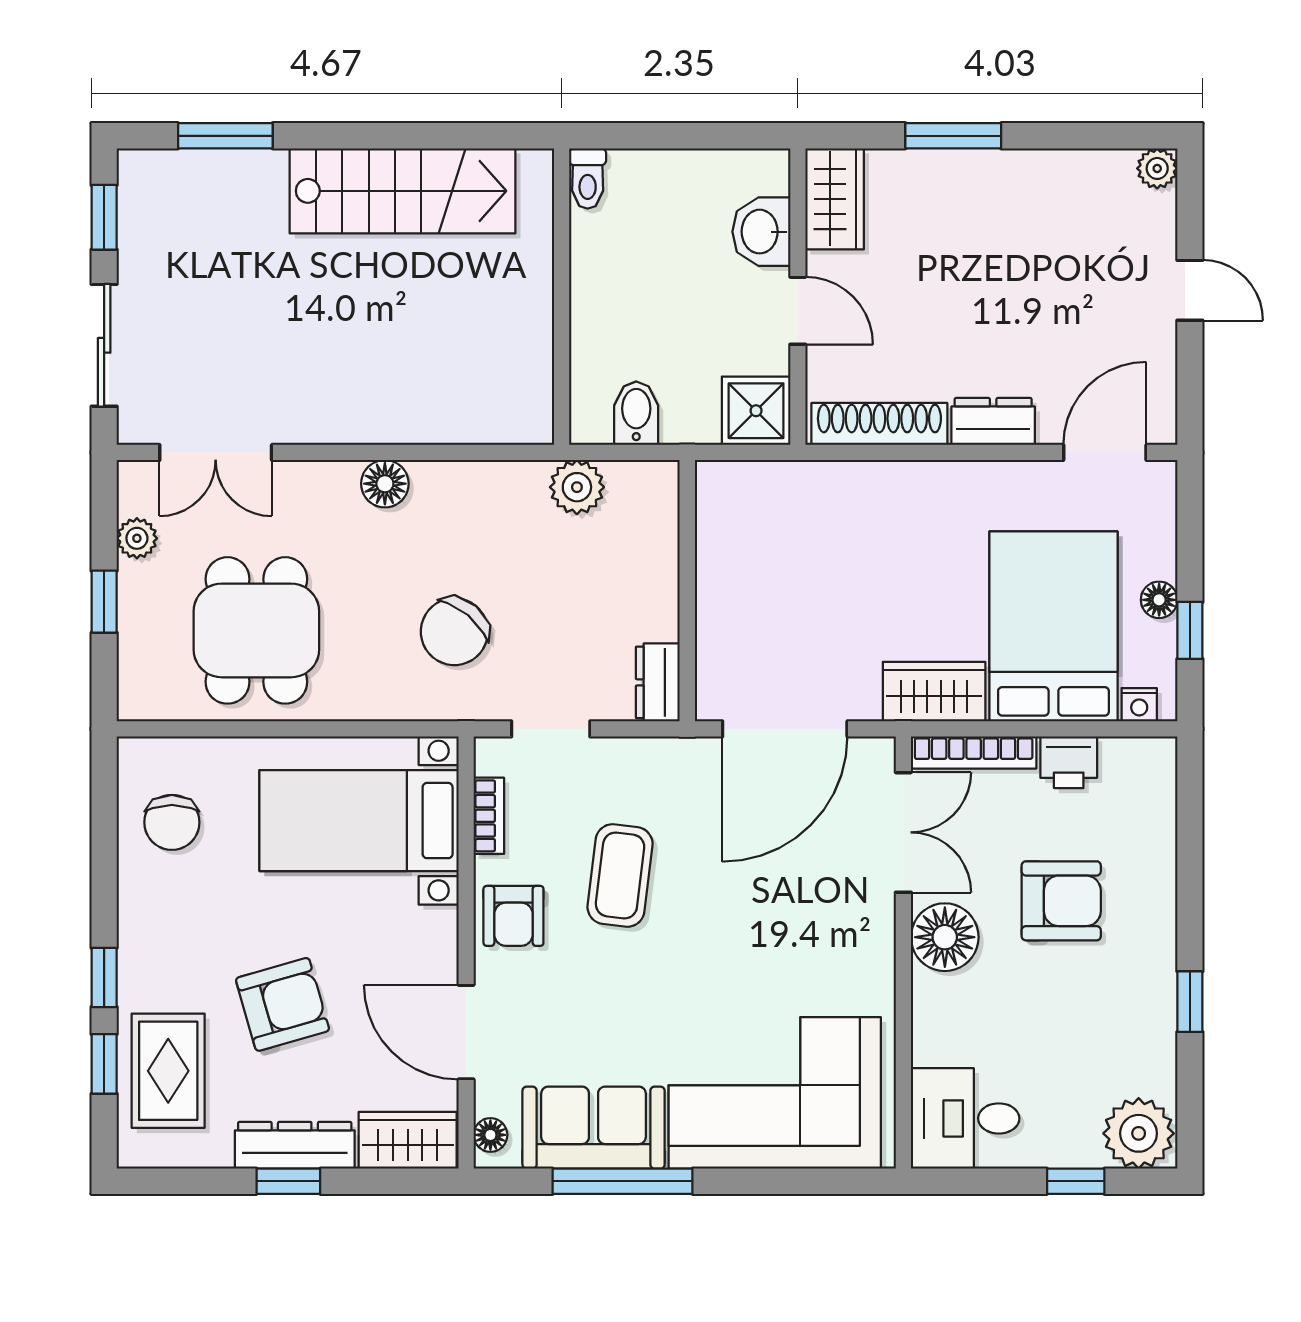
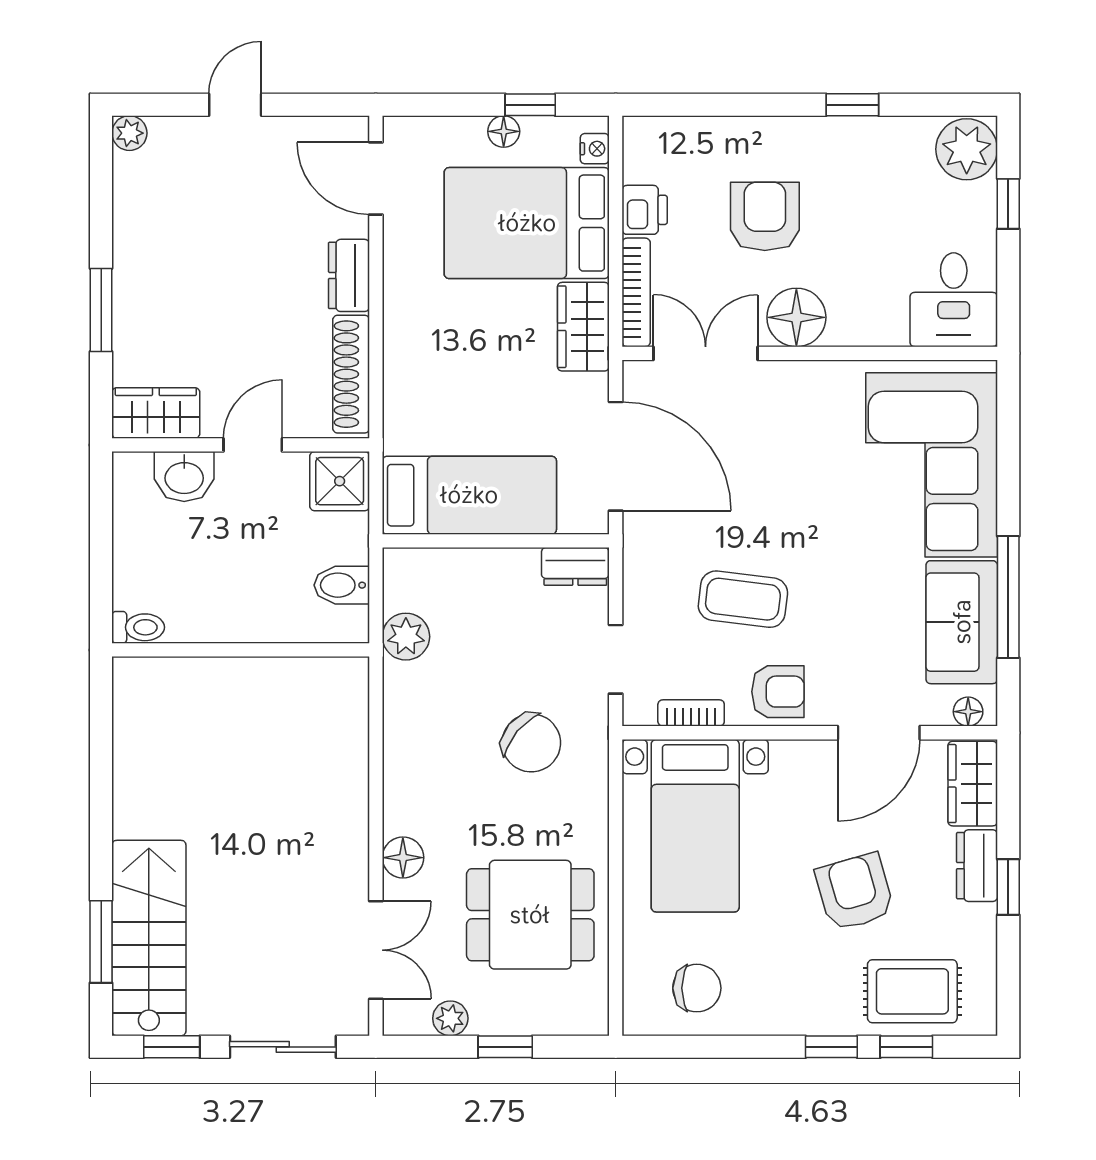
stairs: (403, 191) -> (149, 938), moved
floor lamp: (385, 484) -> (403, 858), moved
bed: (740, 560) -> (469, 495), added
dresser: (295, 1145) -> (977, 866), width x0.70

